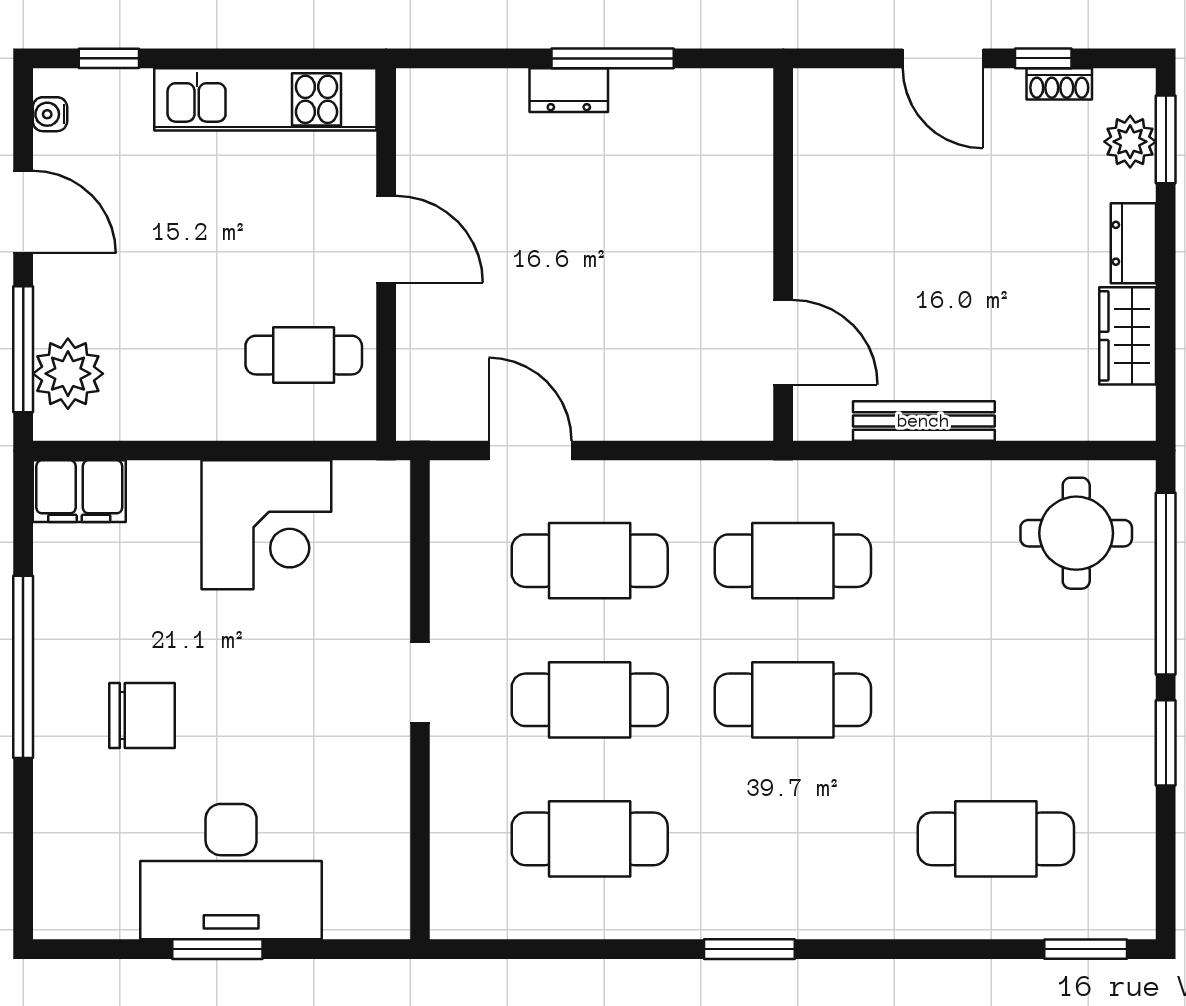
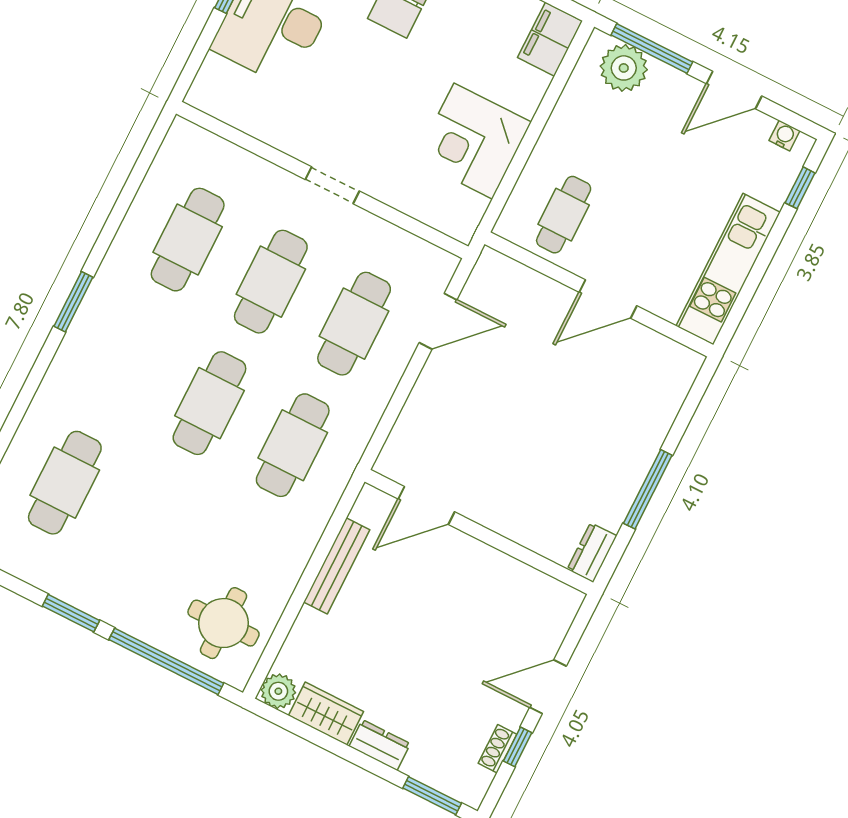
dresser: (569, 90) -> (592, 552), moved
plant: (1130, 142) -> (278, 691), moved

